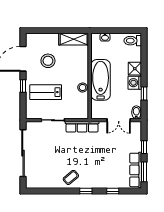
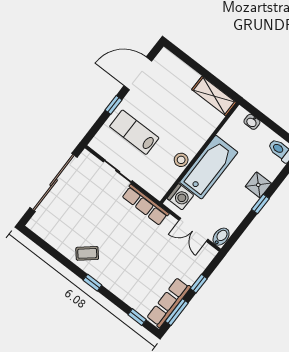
stool: (48, 61) -> (165, 98), removed
washing machine: (135, 83) -> (180, 197), moved, turned 180
window: (144, 93) -> (260, 204), moved
window: (113, 191) -> (137, 317), moved

